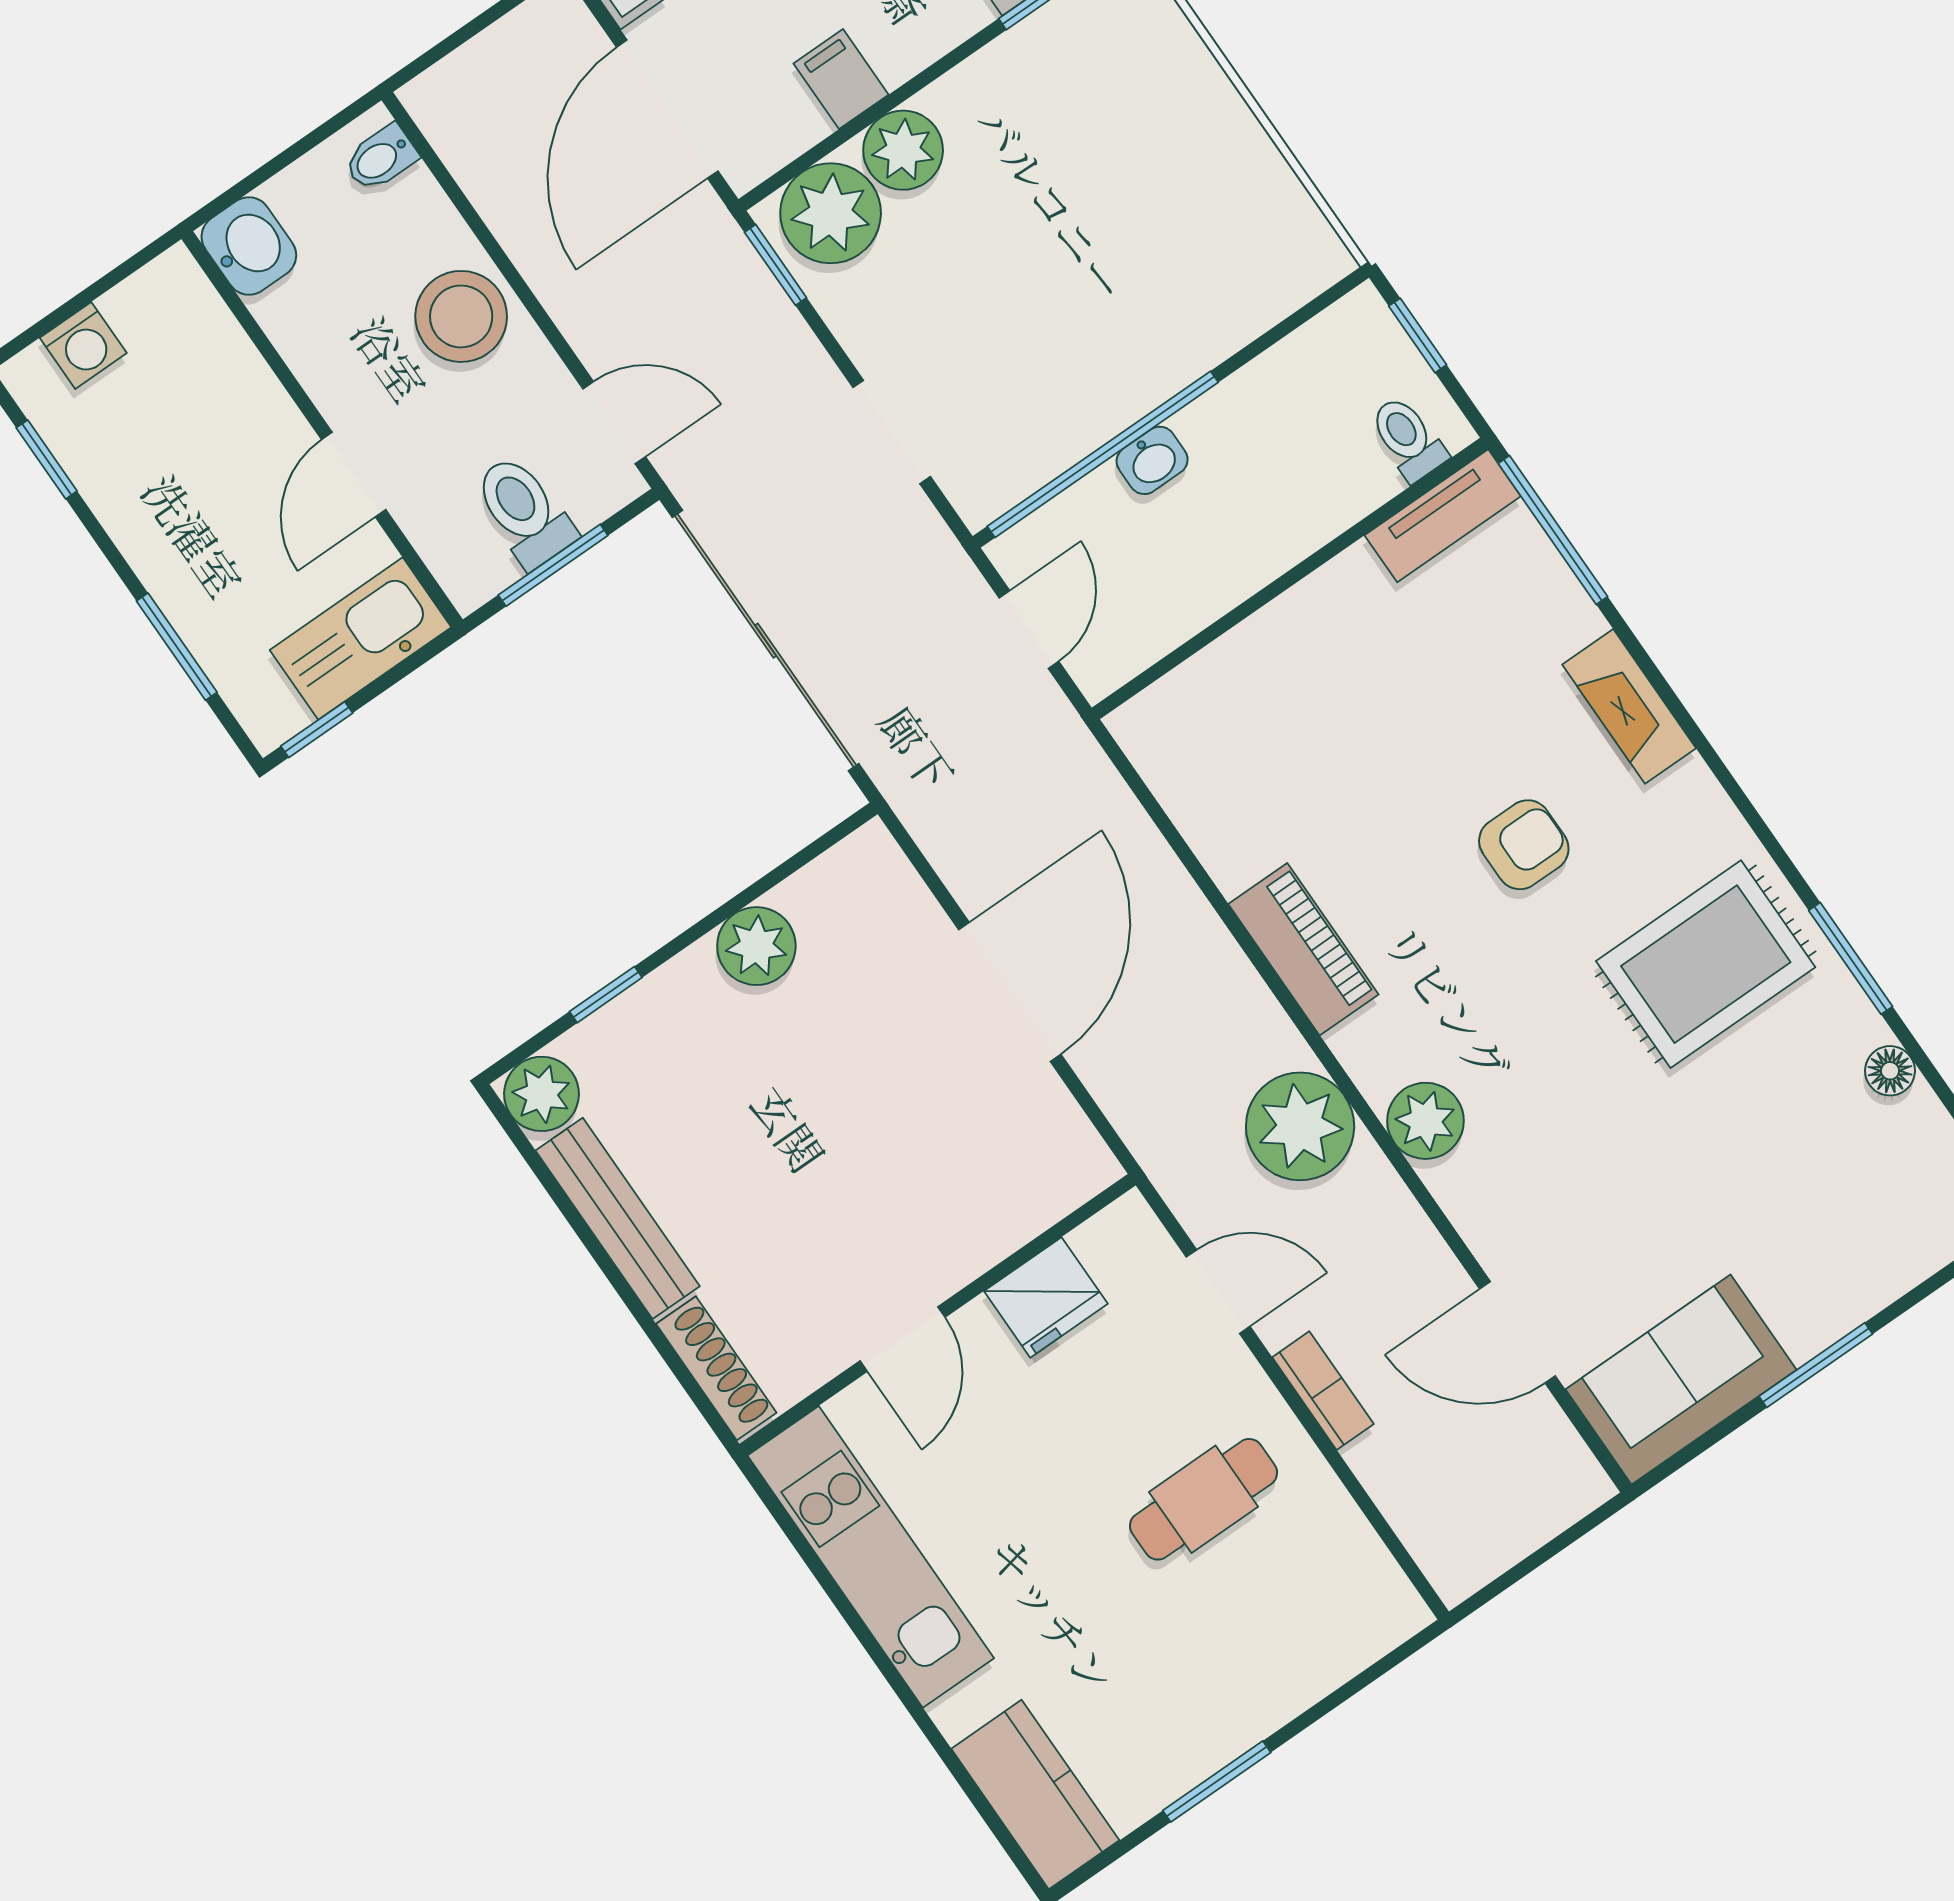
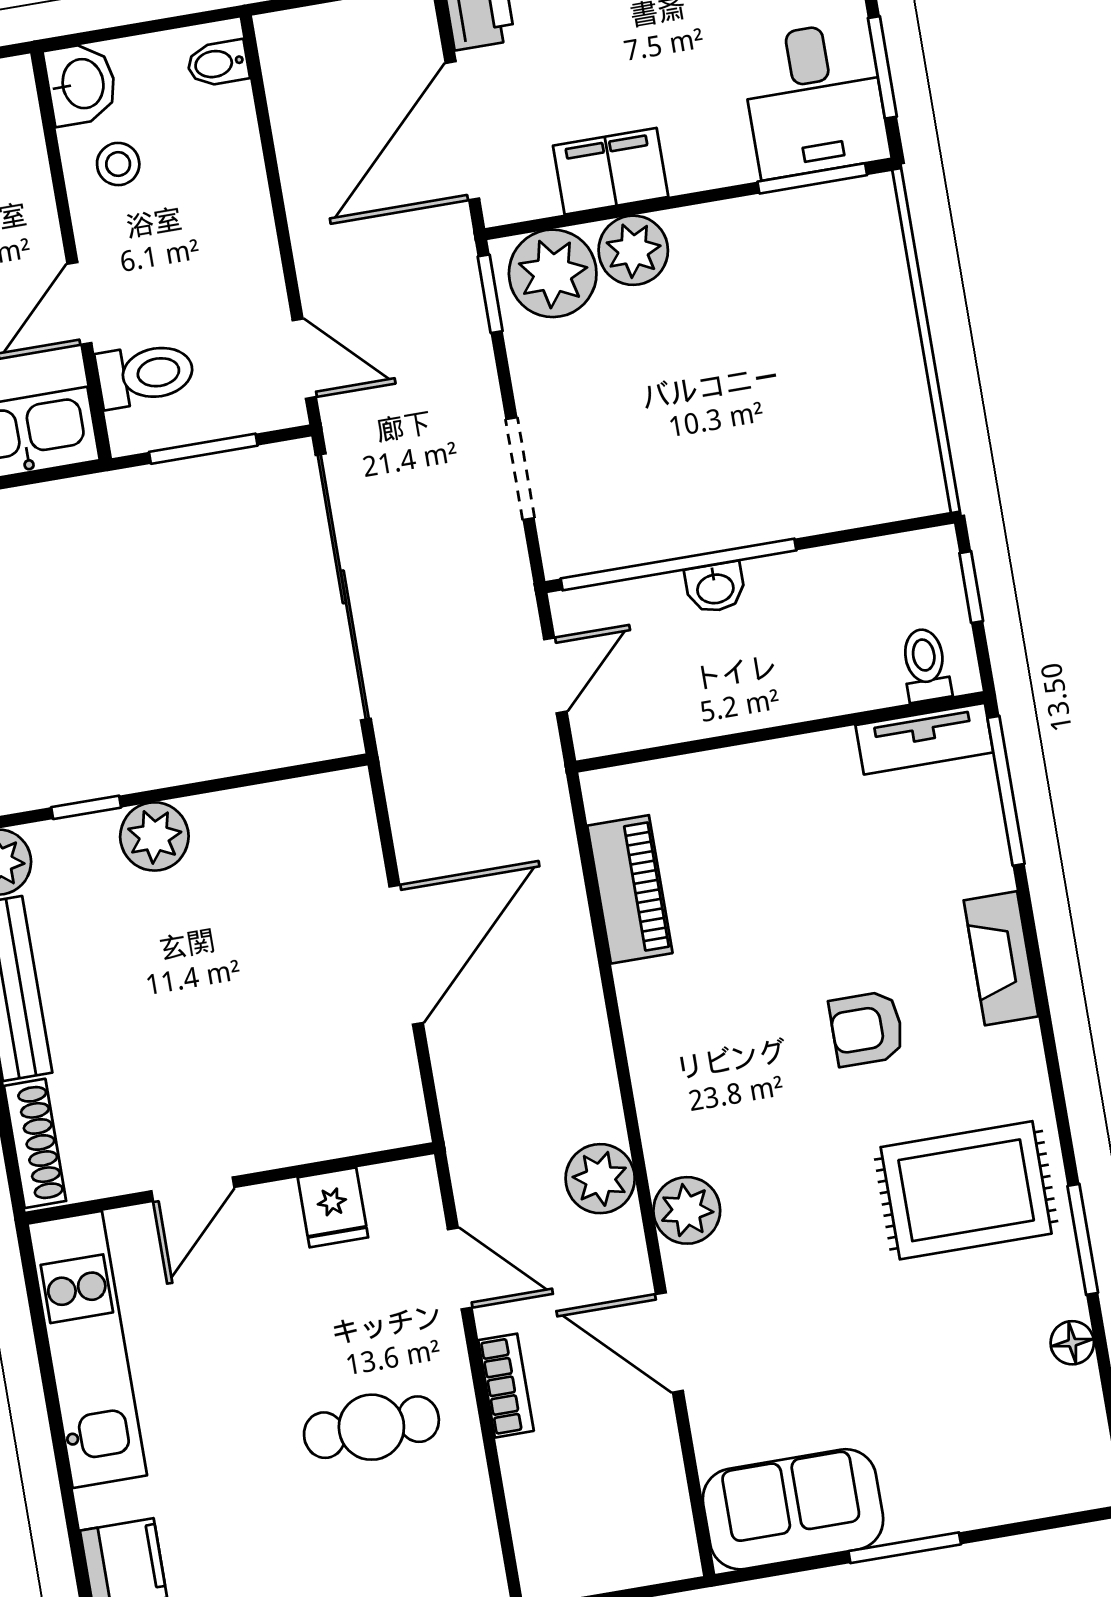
filing cabinet: (841, 79) -> (611, 171), width x2.00
stool: (461, 316) -> (118, 164), moved, width x0.53, depth x0.53
toilet: (524, 511) -> (145, 374), moved, turned 90
armchair: (1524, 845) -> (867, 1029), turned 180
plant: (756, 946) -> (154, 836), moved
piano: (1303, 949) -> (630, 889), moved
plant: (1300, 1126) -> (600, 1179), width x0.73, depth x0.73
fridge: (1046, 1297) -> (333, 1207), width x0.72
door: (1518, 1332) -> (669, 1342), moved

